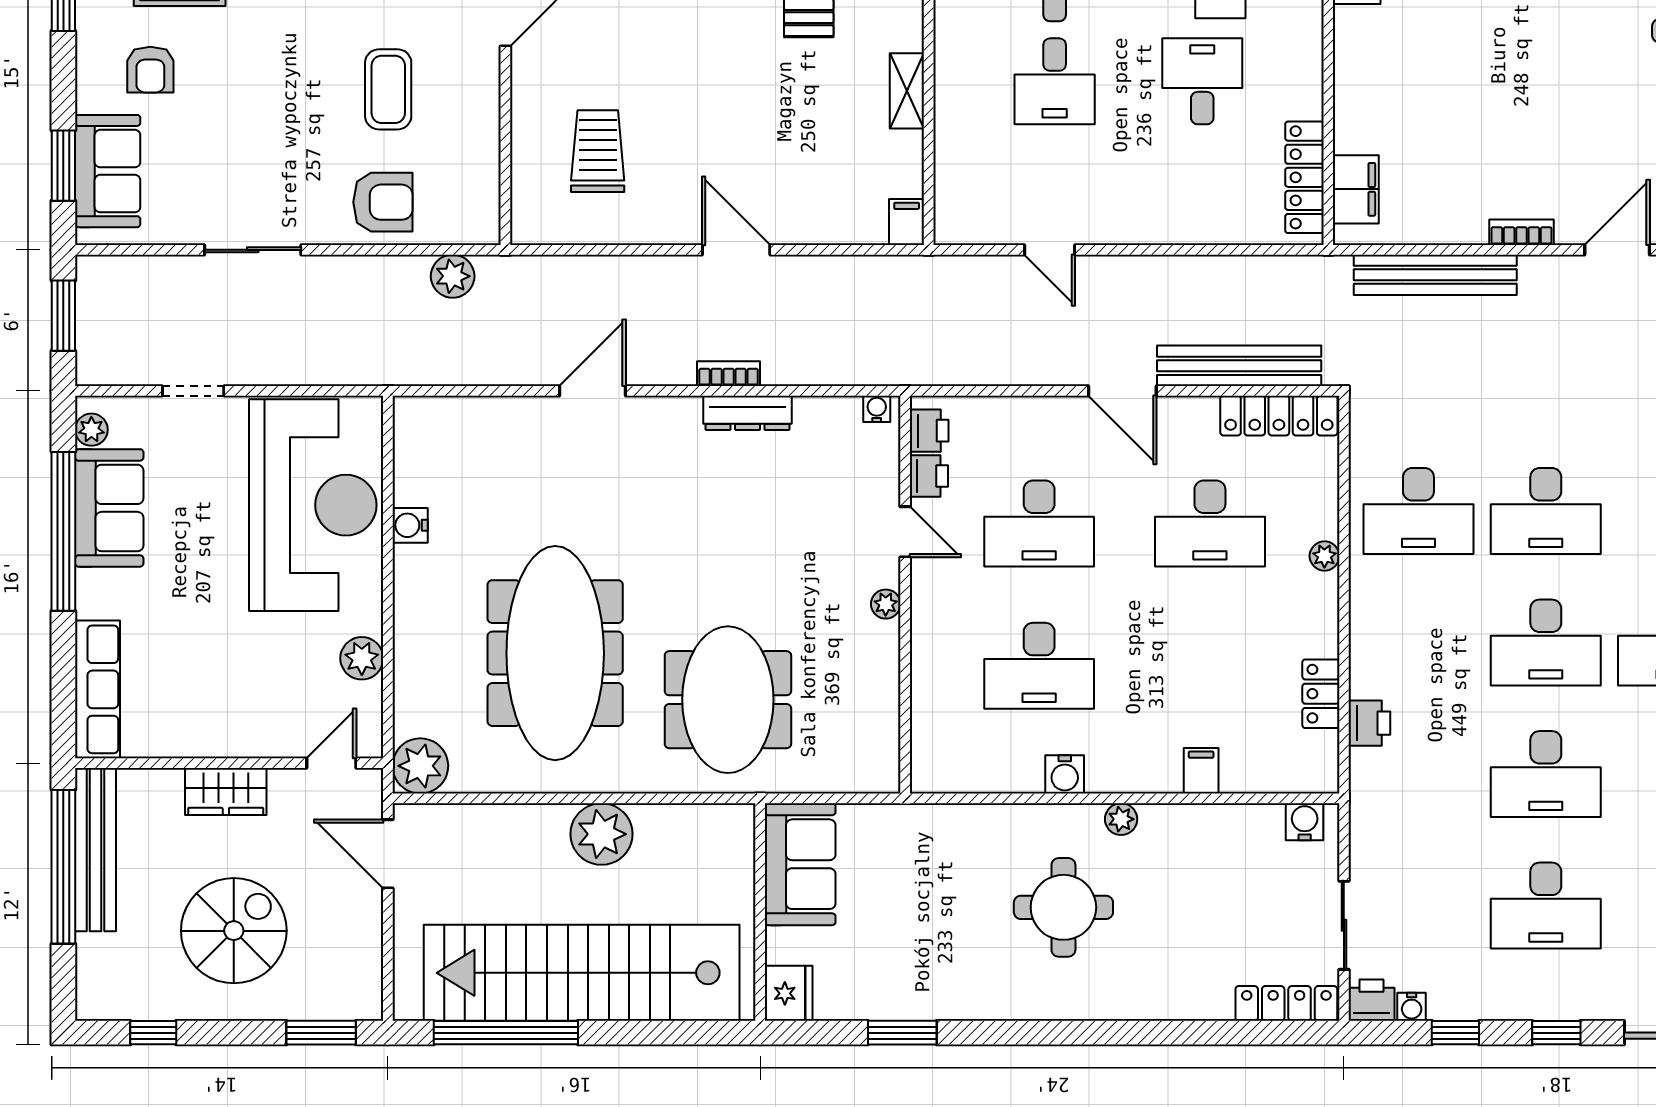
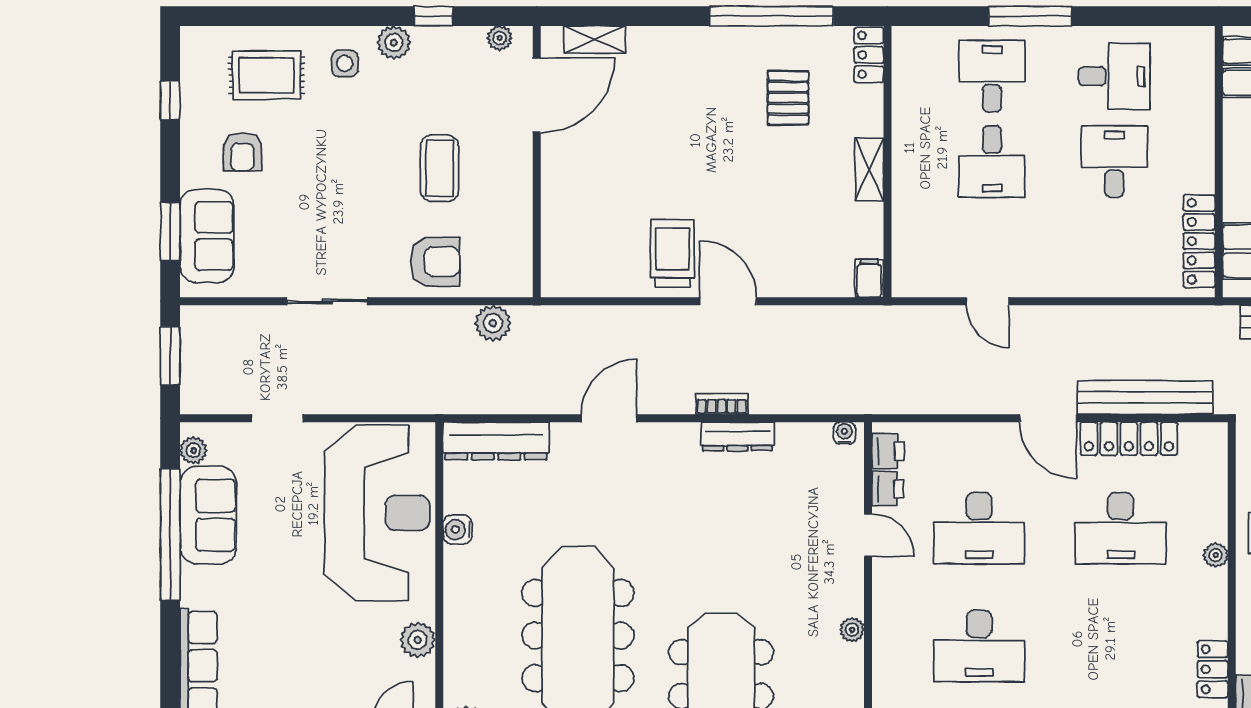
trolley: (598, 151) -> (672, 254), moved
locker: (1279, 416) -> (1129, 439), moved
dresser: (456, 418) -> (496, 441), added
plant: (886, 604) -> (852, 630), moved

